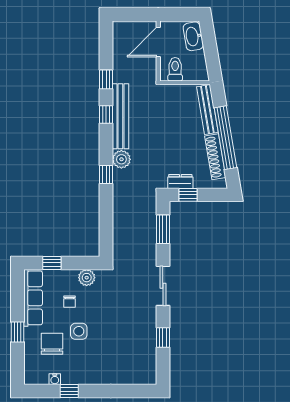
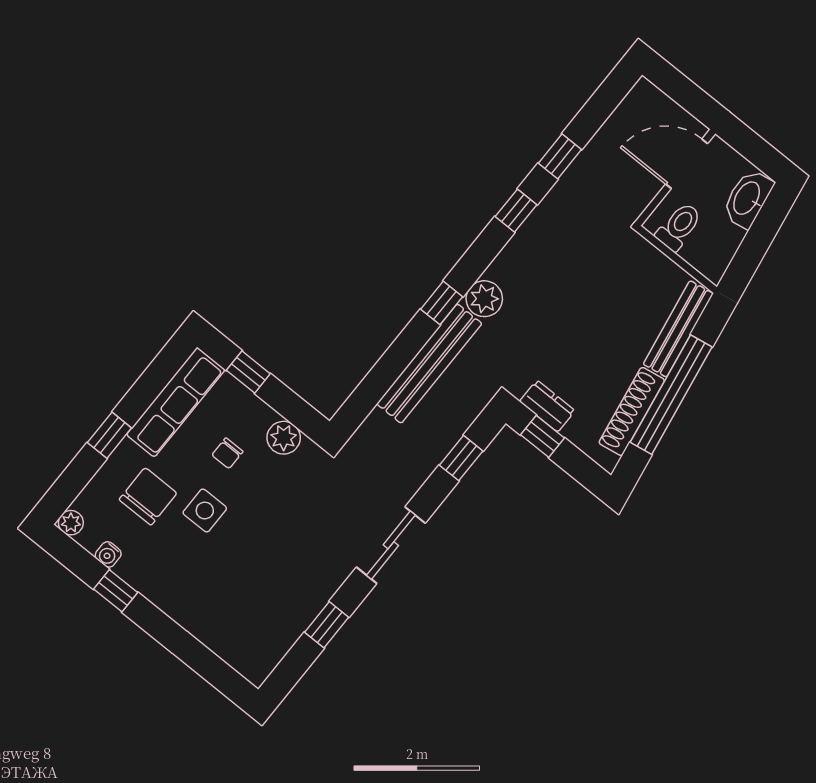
bench: (120, 116) -> (429, 364), moved
window: (163, 229) -> (461, 458), width x0.67
plant: (30, 379) -> (71, 523), added

